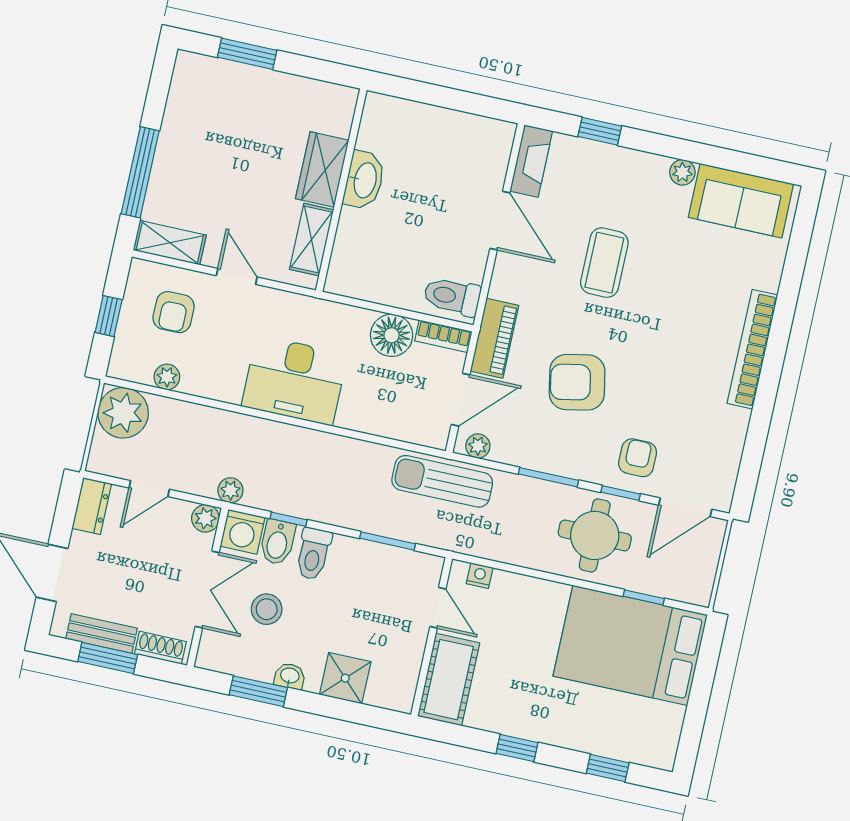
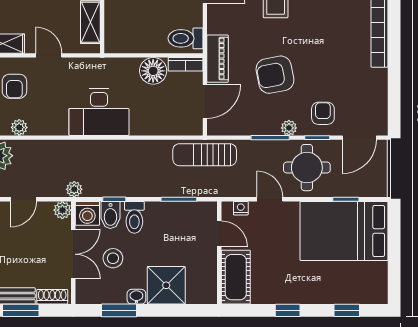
plant: (478, 446) -> (289, 128), moved
door: (527, 572) -> (270, 199), added
shower: (345, 678) -> (166, 285), width x1.36, depth x1.36

